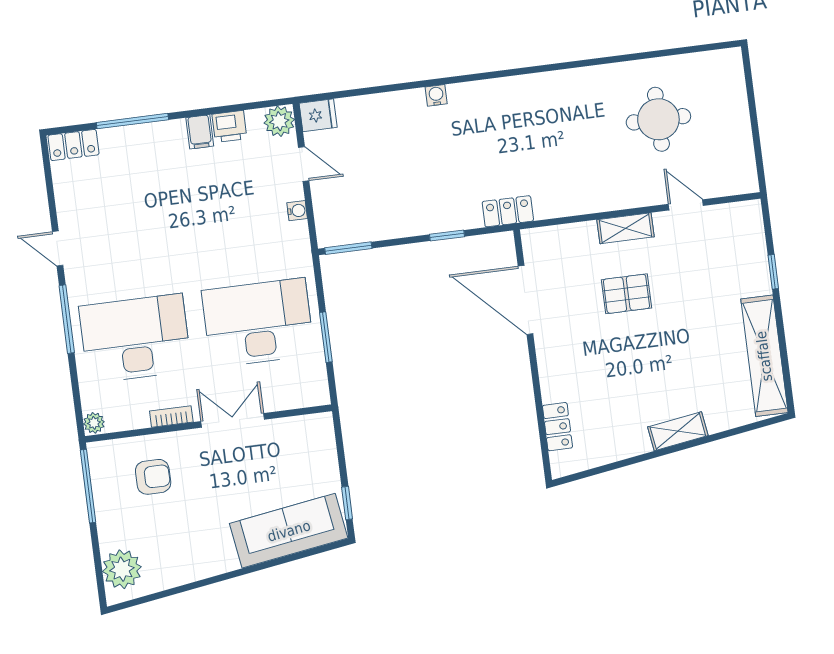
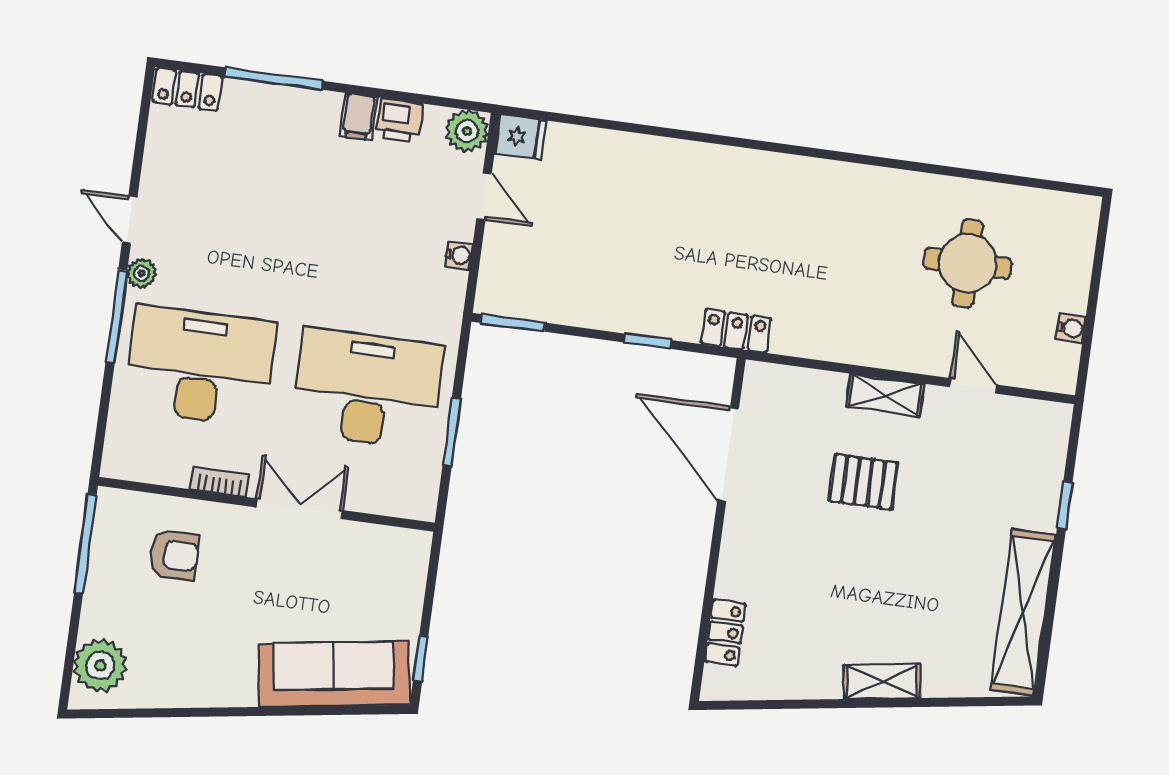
water cooler: (436, 95) -> (1071, 328), moved, turned 90
plant: (94, 423) -> (142, 273), moved

